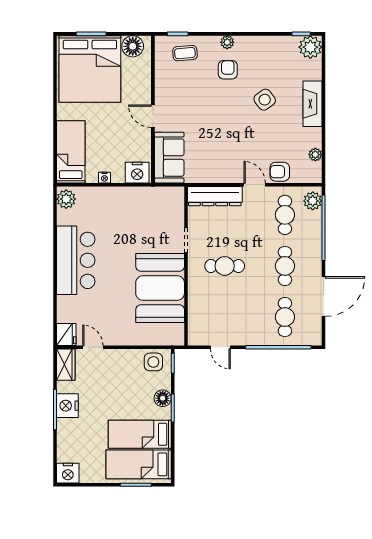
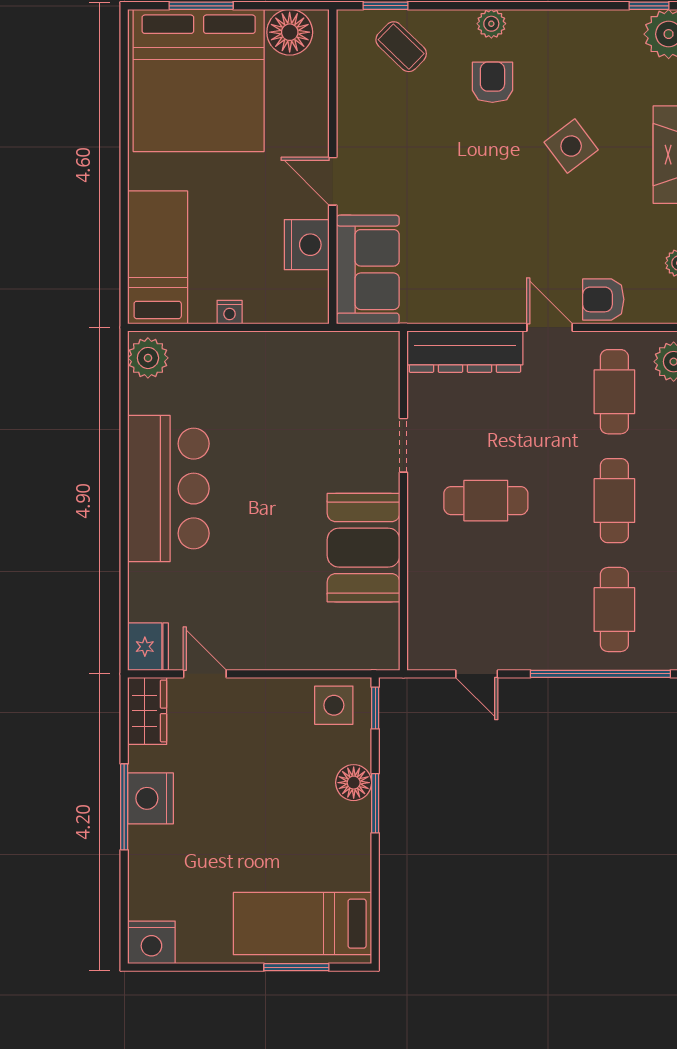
coffee table: (185, 53) -> (401, 47), turned 49
nightstand: (137, 173) -> (307, 245), moved, turned -90
booth: (160, 288) -> (364, 548), width x0.73, depth x0.70
bed: (140, 434) -> (305, 860), removed

